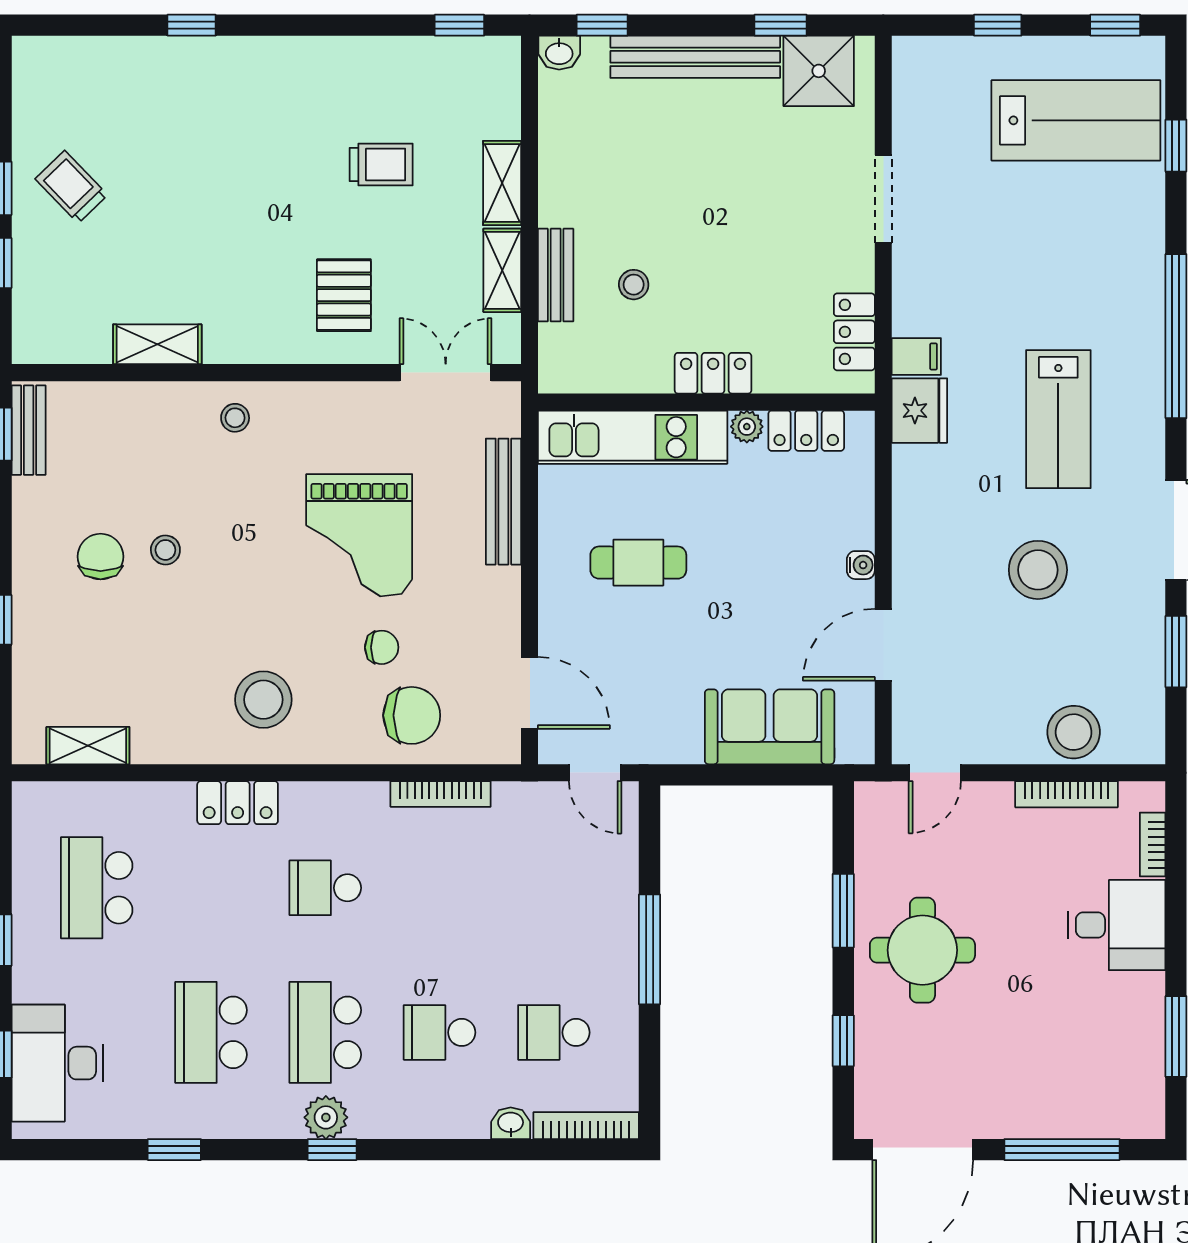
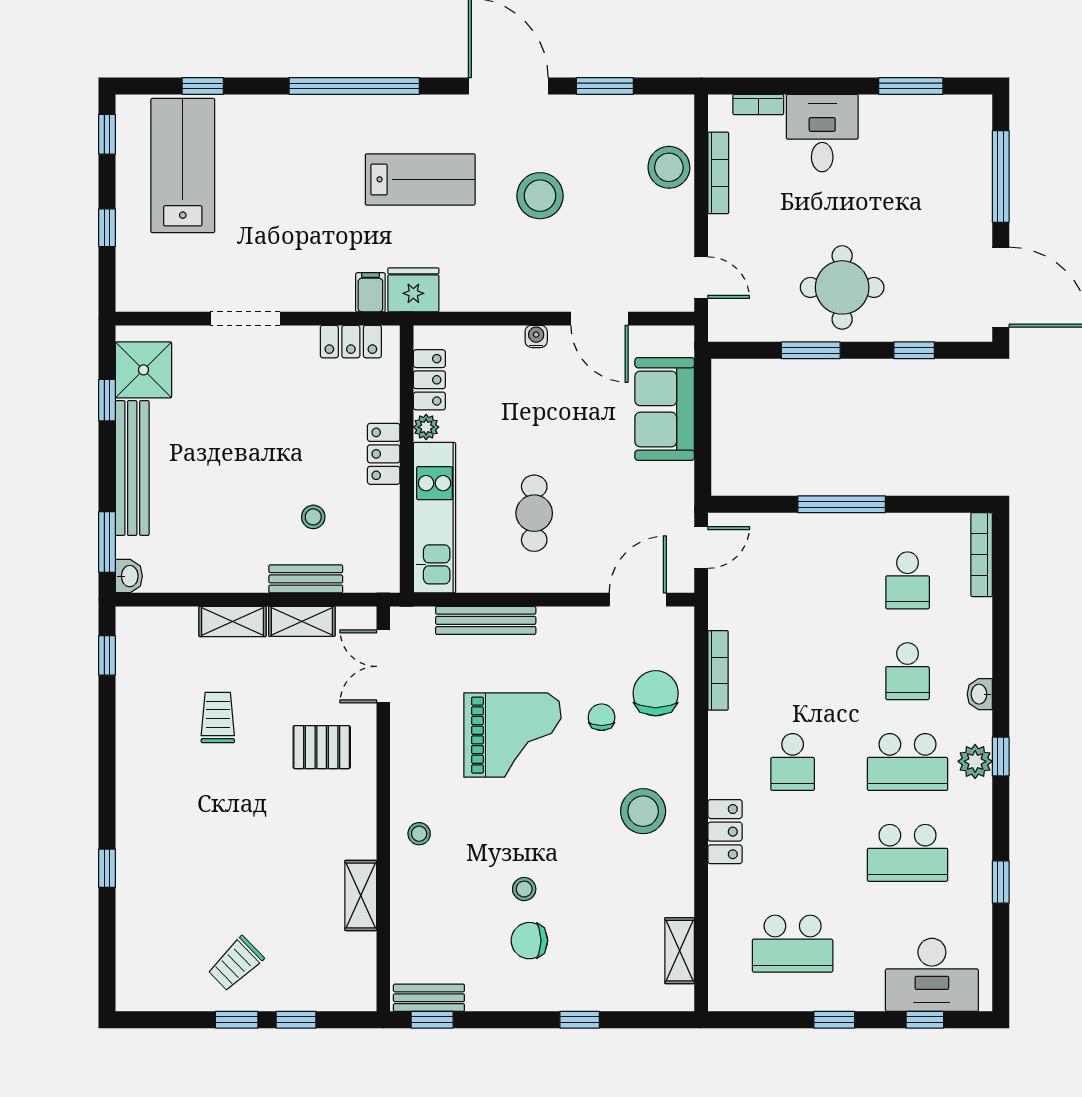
window: (602, 25) -> (107, 542), width x1.50
washbasin: (511, 1123) -> (980, 694), moved

